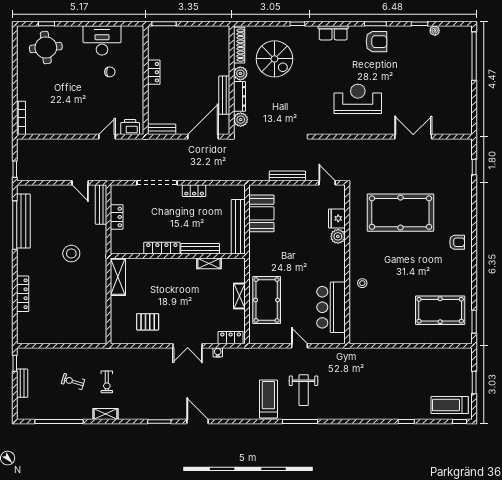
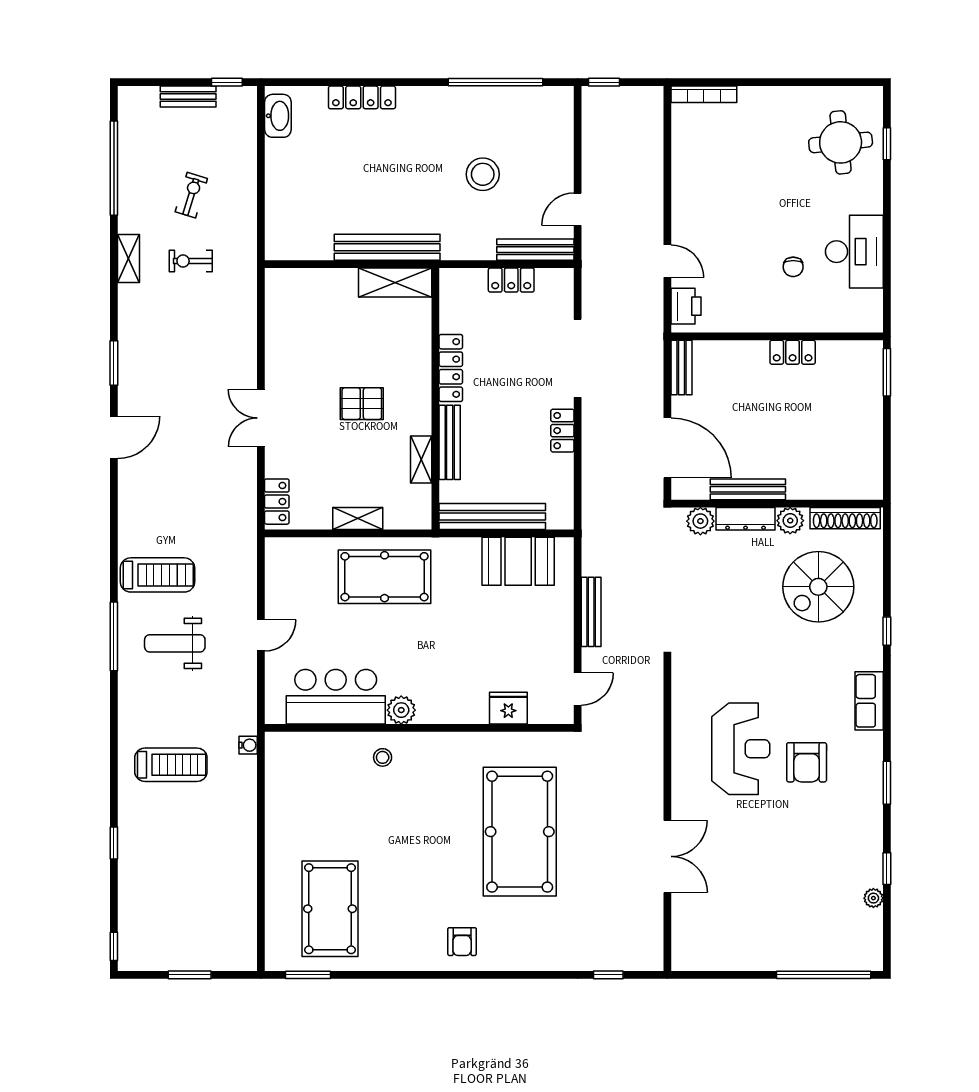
armchair: (376, 42) -> (807, 762), moved
bench: (23, 221) -> (387, 247), moved
plant: (338, 236) -> (401, 710), moved
stool: (71, 254) -> (483, 174), moved
pool table: (267, 300) -> (385, 577), moved
pallet: (148, 322) -> (362, 404), moved, turned 90
washbasin: (32, 337) -> (278, 116), added
water cooler: (218, 352) -> (248, 745), moved
treadmill: (450, 405) -> (171, 765), moved, turned 90

